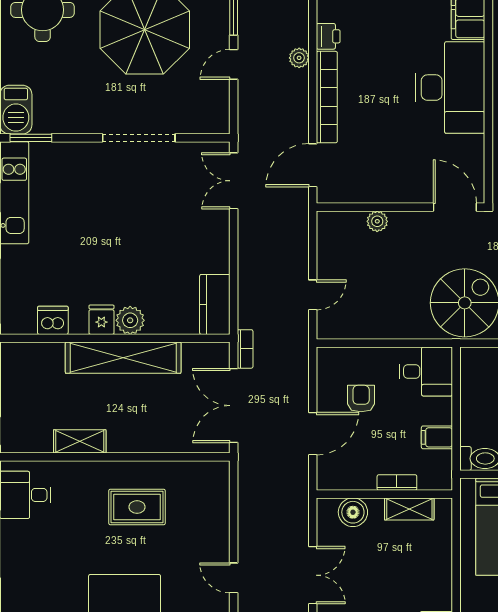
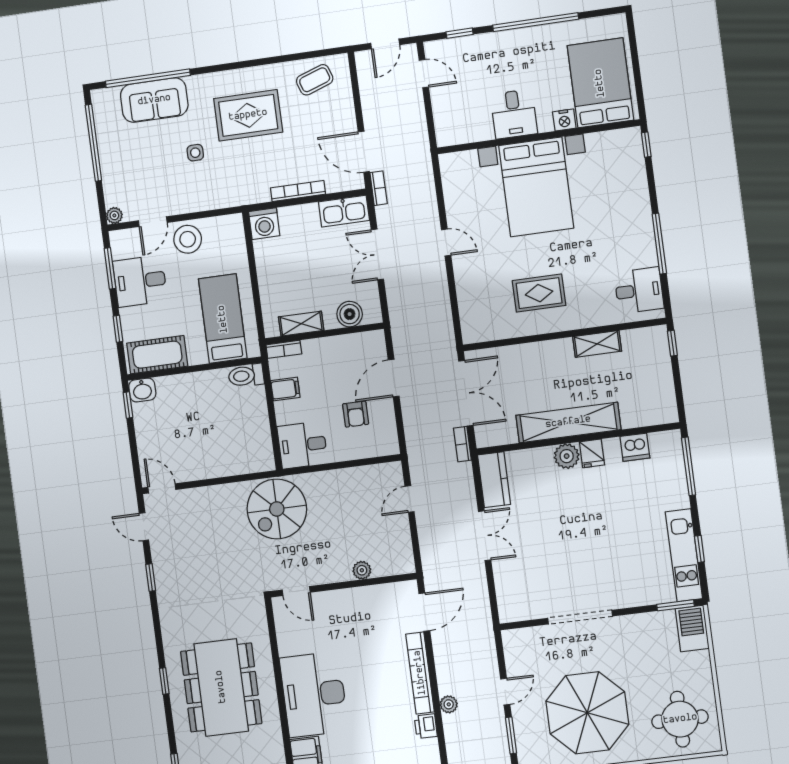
double door: (234, 181) -> (485, 536), moved
door: (455, 207) -> (296, 591), width x0.73
bookcase: (397, 482) -> (284, 349), moved

